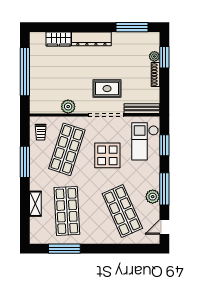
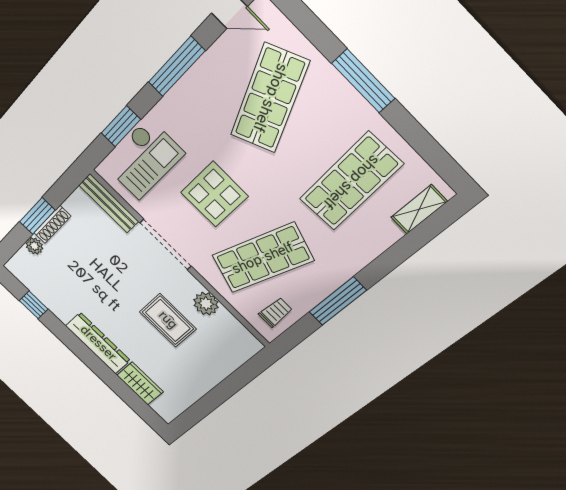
window: (132, 27) -> (34, 305), width x0.46
window: (164, 57) -> (37, 216), moved
window: (25, 72) -> (220, 394), removed
rug: (107, 89) -> (168, 320), moved
plant: (153, 197) -> (204, 73), removed
shelving: (35, 204) -> (419, 209), moved
window: (64, 249) -> (363, 81), moved

